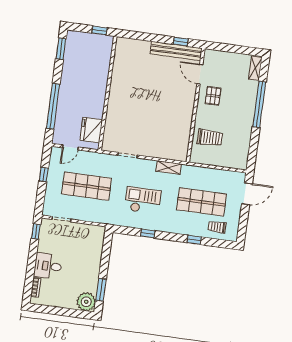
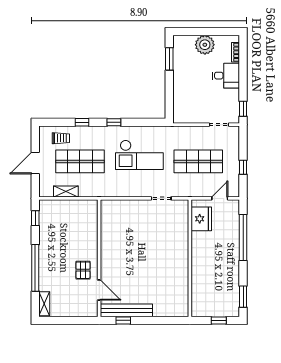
window: (99, 30) -> (219, 320), moved
trolley: (210, 138) -> (80, 227), removed
window: (253, 153) -> (35, 218), added
shelving: (169, 168) -> (66, 192), moved
door: (247, 194) -> (35, 163), moved
checkout: (143, 200) -> (139, 155), width x1.36, depth x1.21
window: (148, 233) -> (114, 122), moved
plant: (86, 302) -> (205, 45), moved

